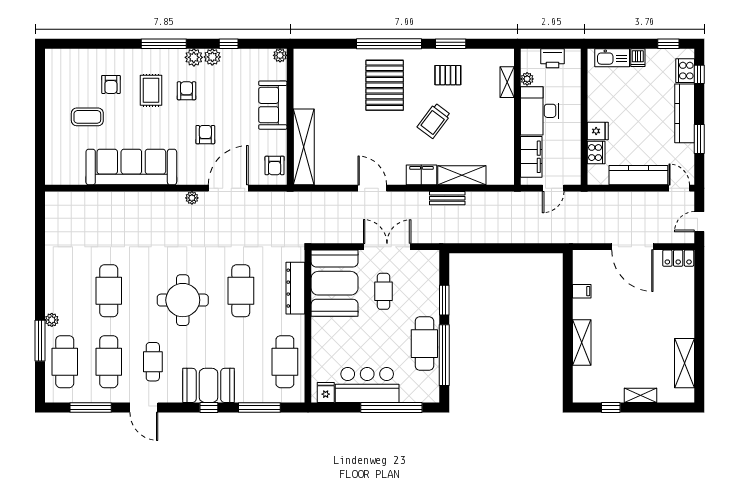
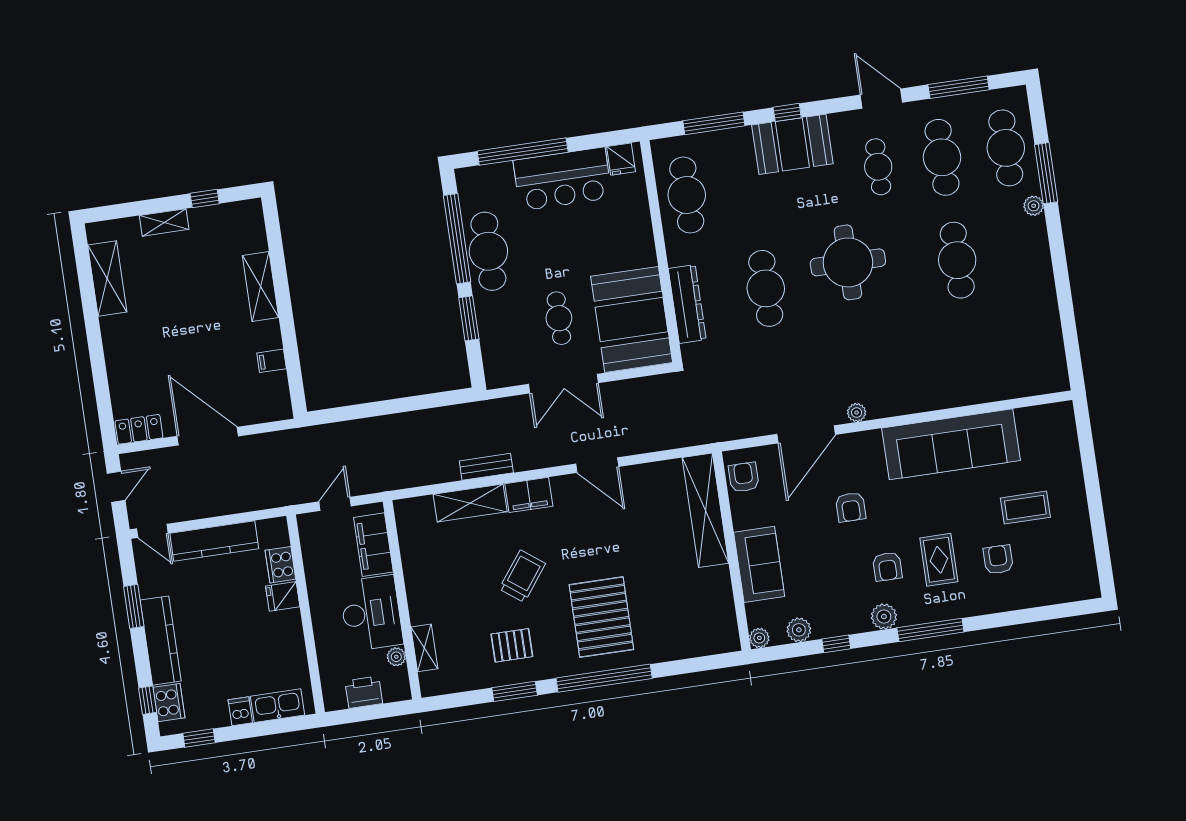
plant: (212, 57) -> (799, 630), moved

